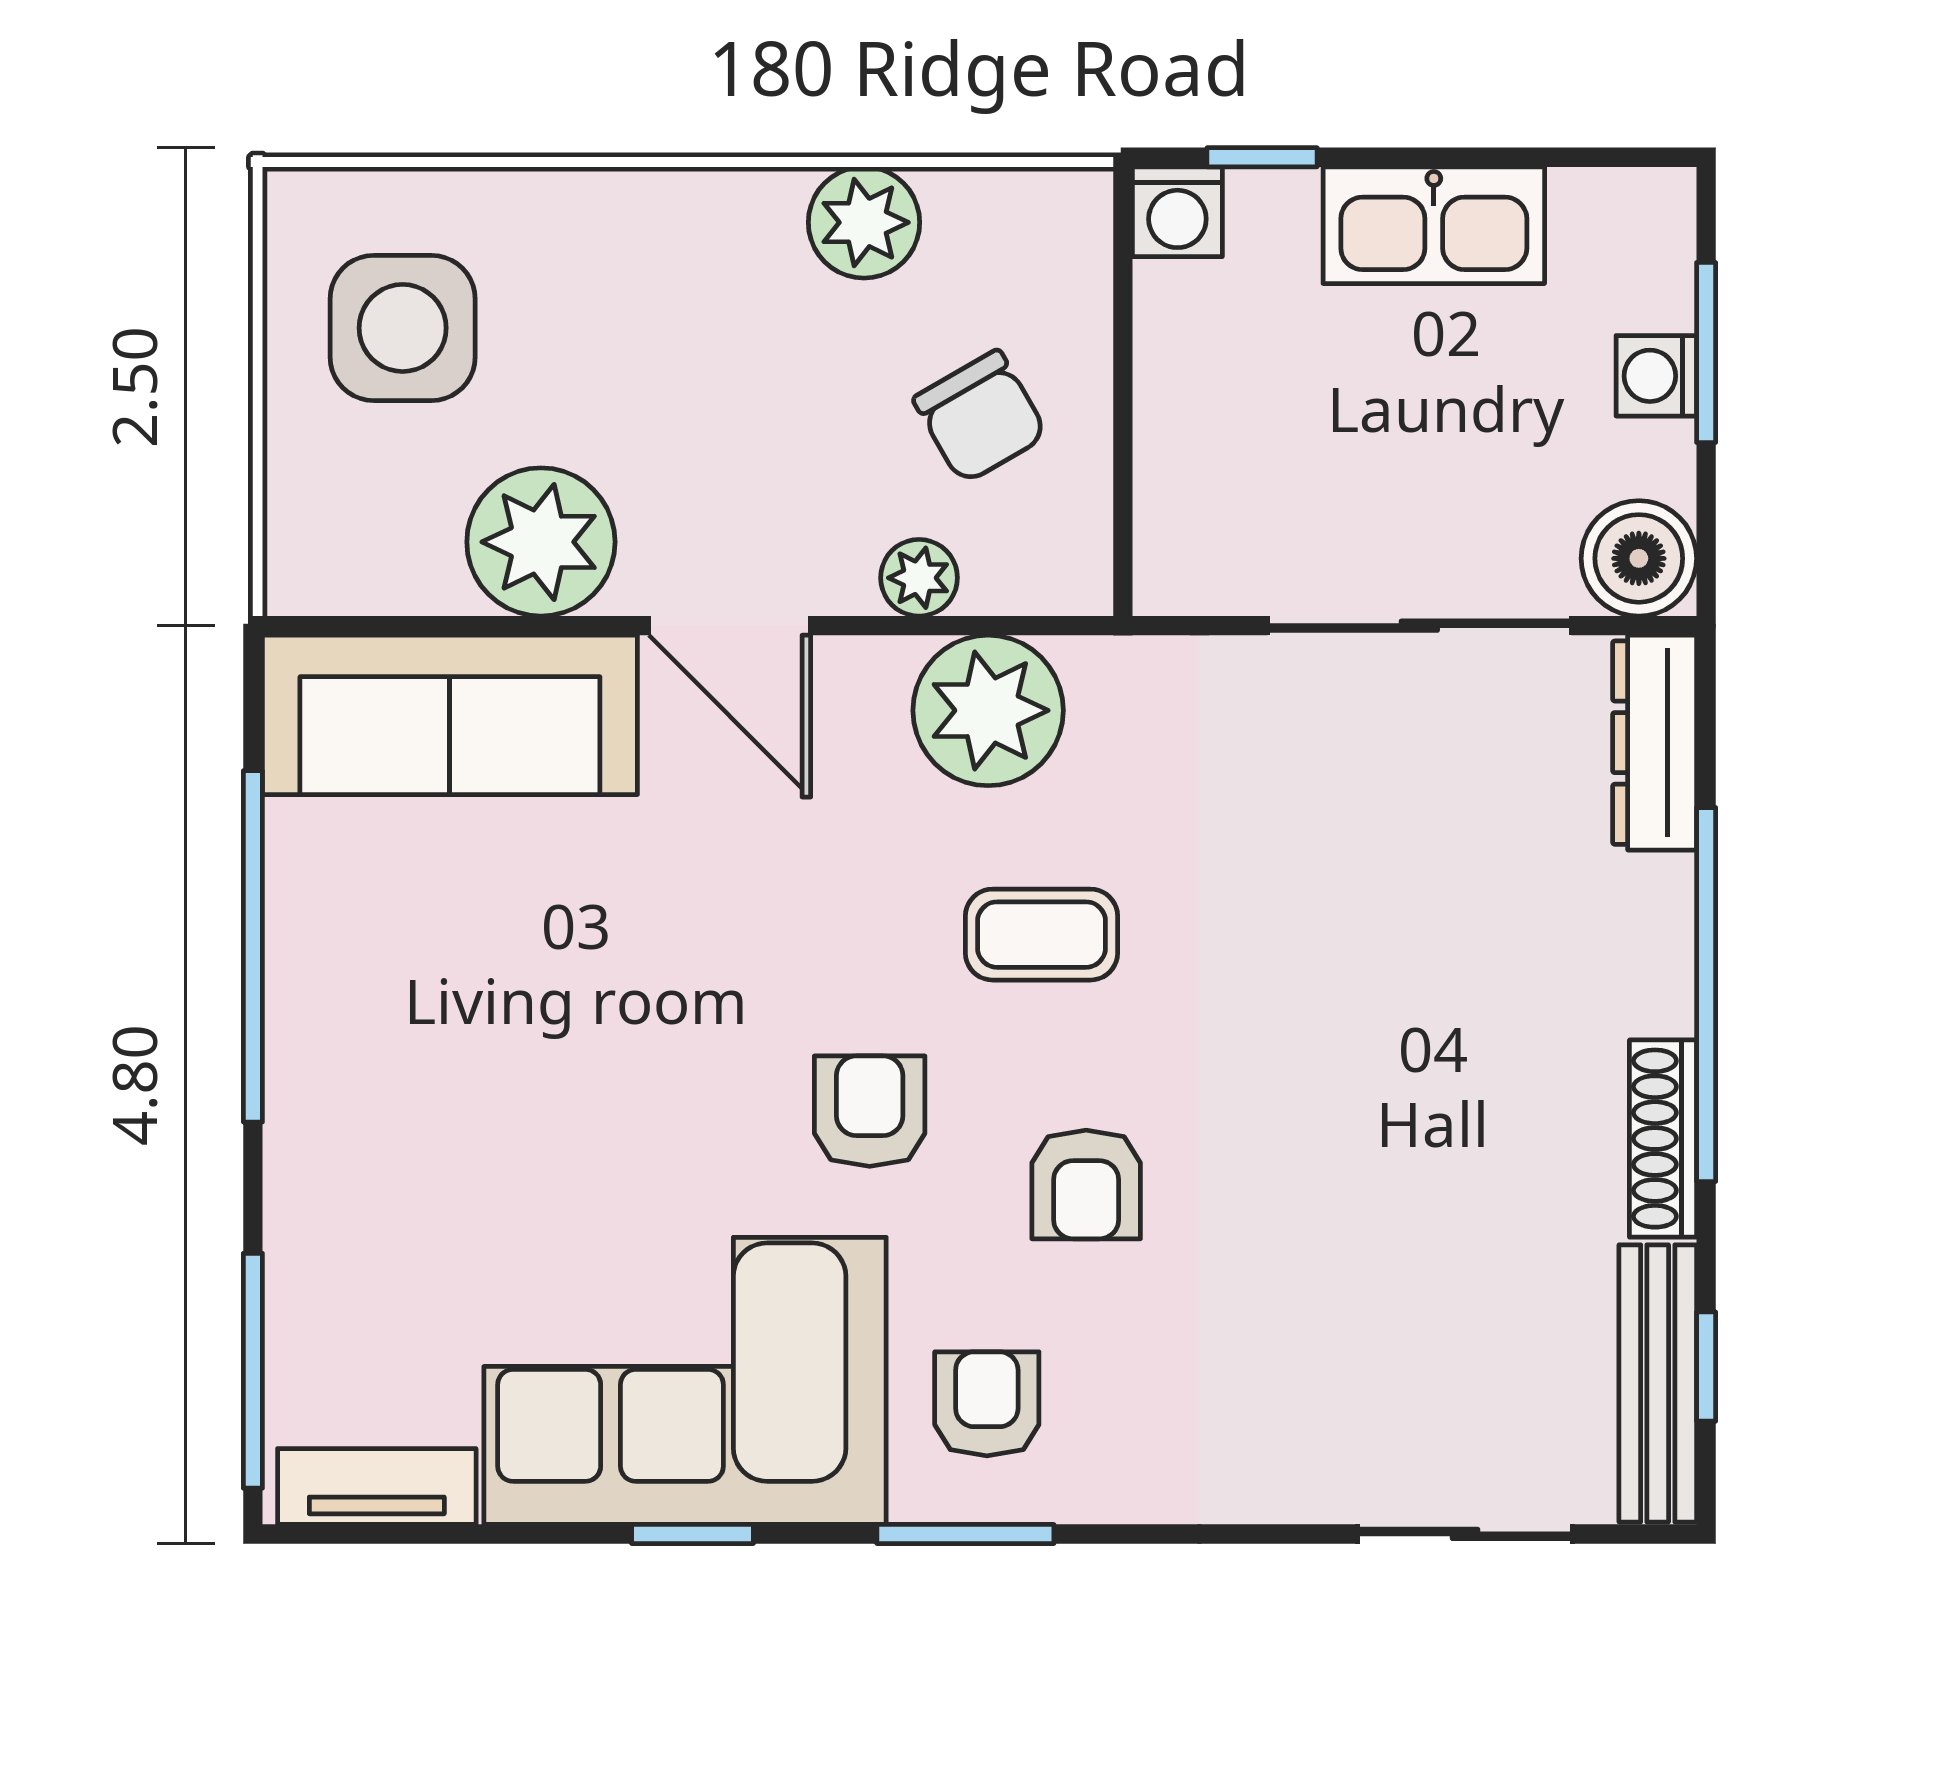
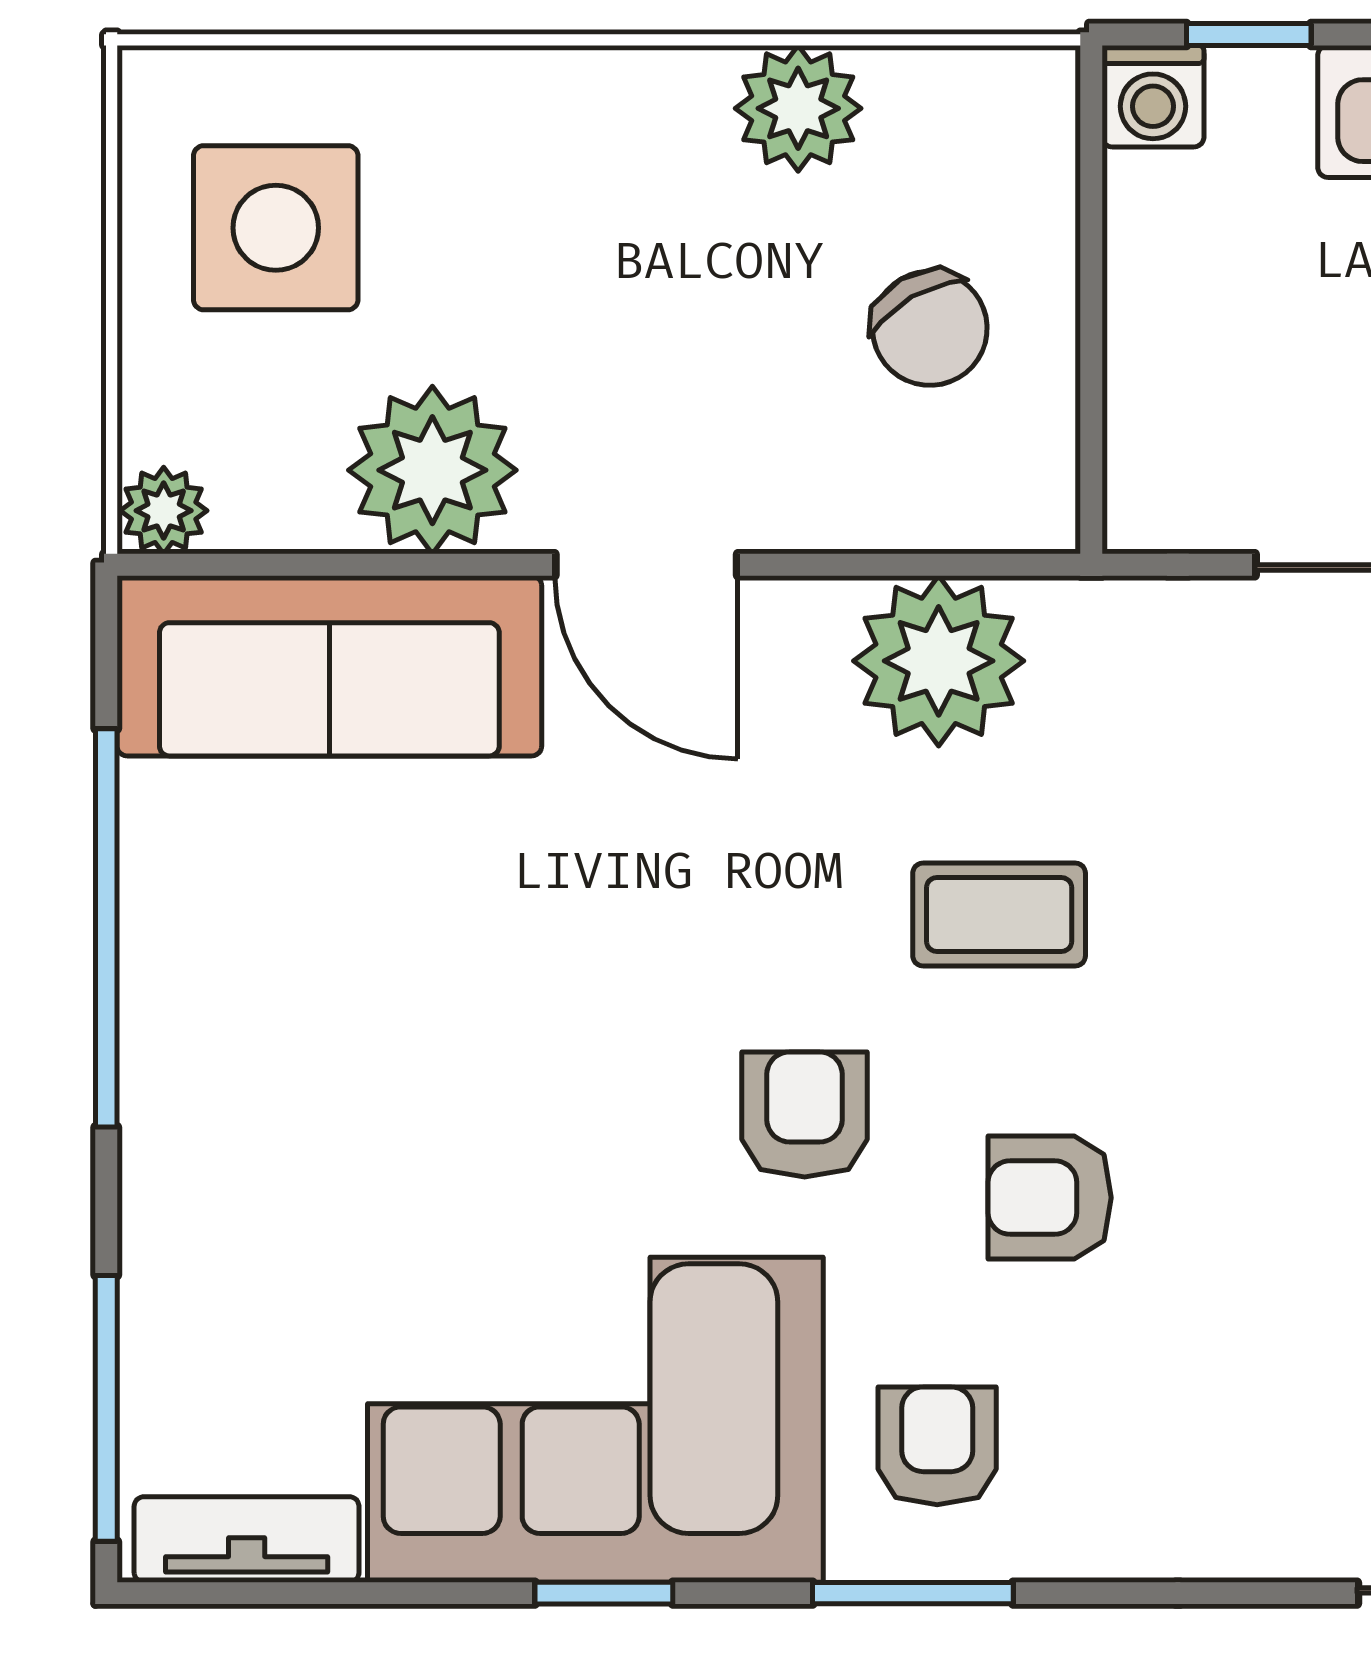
plant: (919, 578) -> (164, 511), moved
armchair: (1086, 1185) -> (1050, 1198), turned 90

